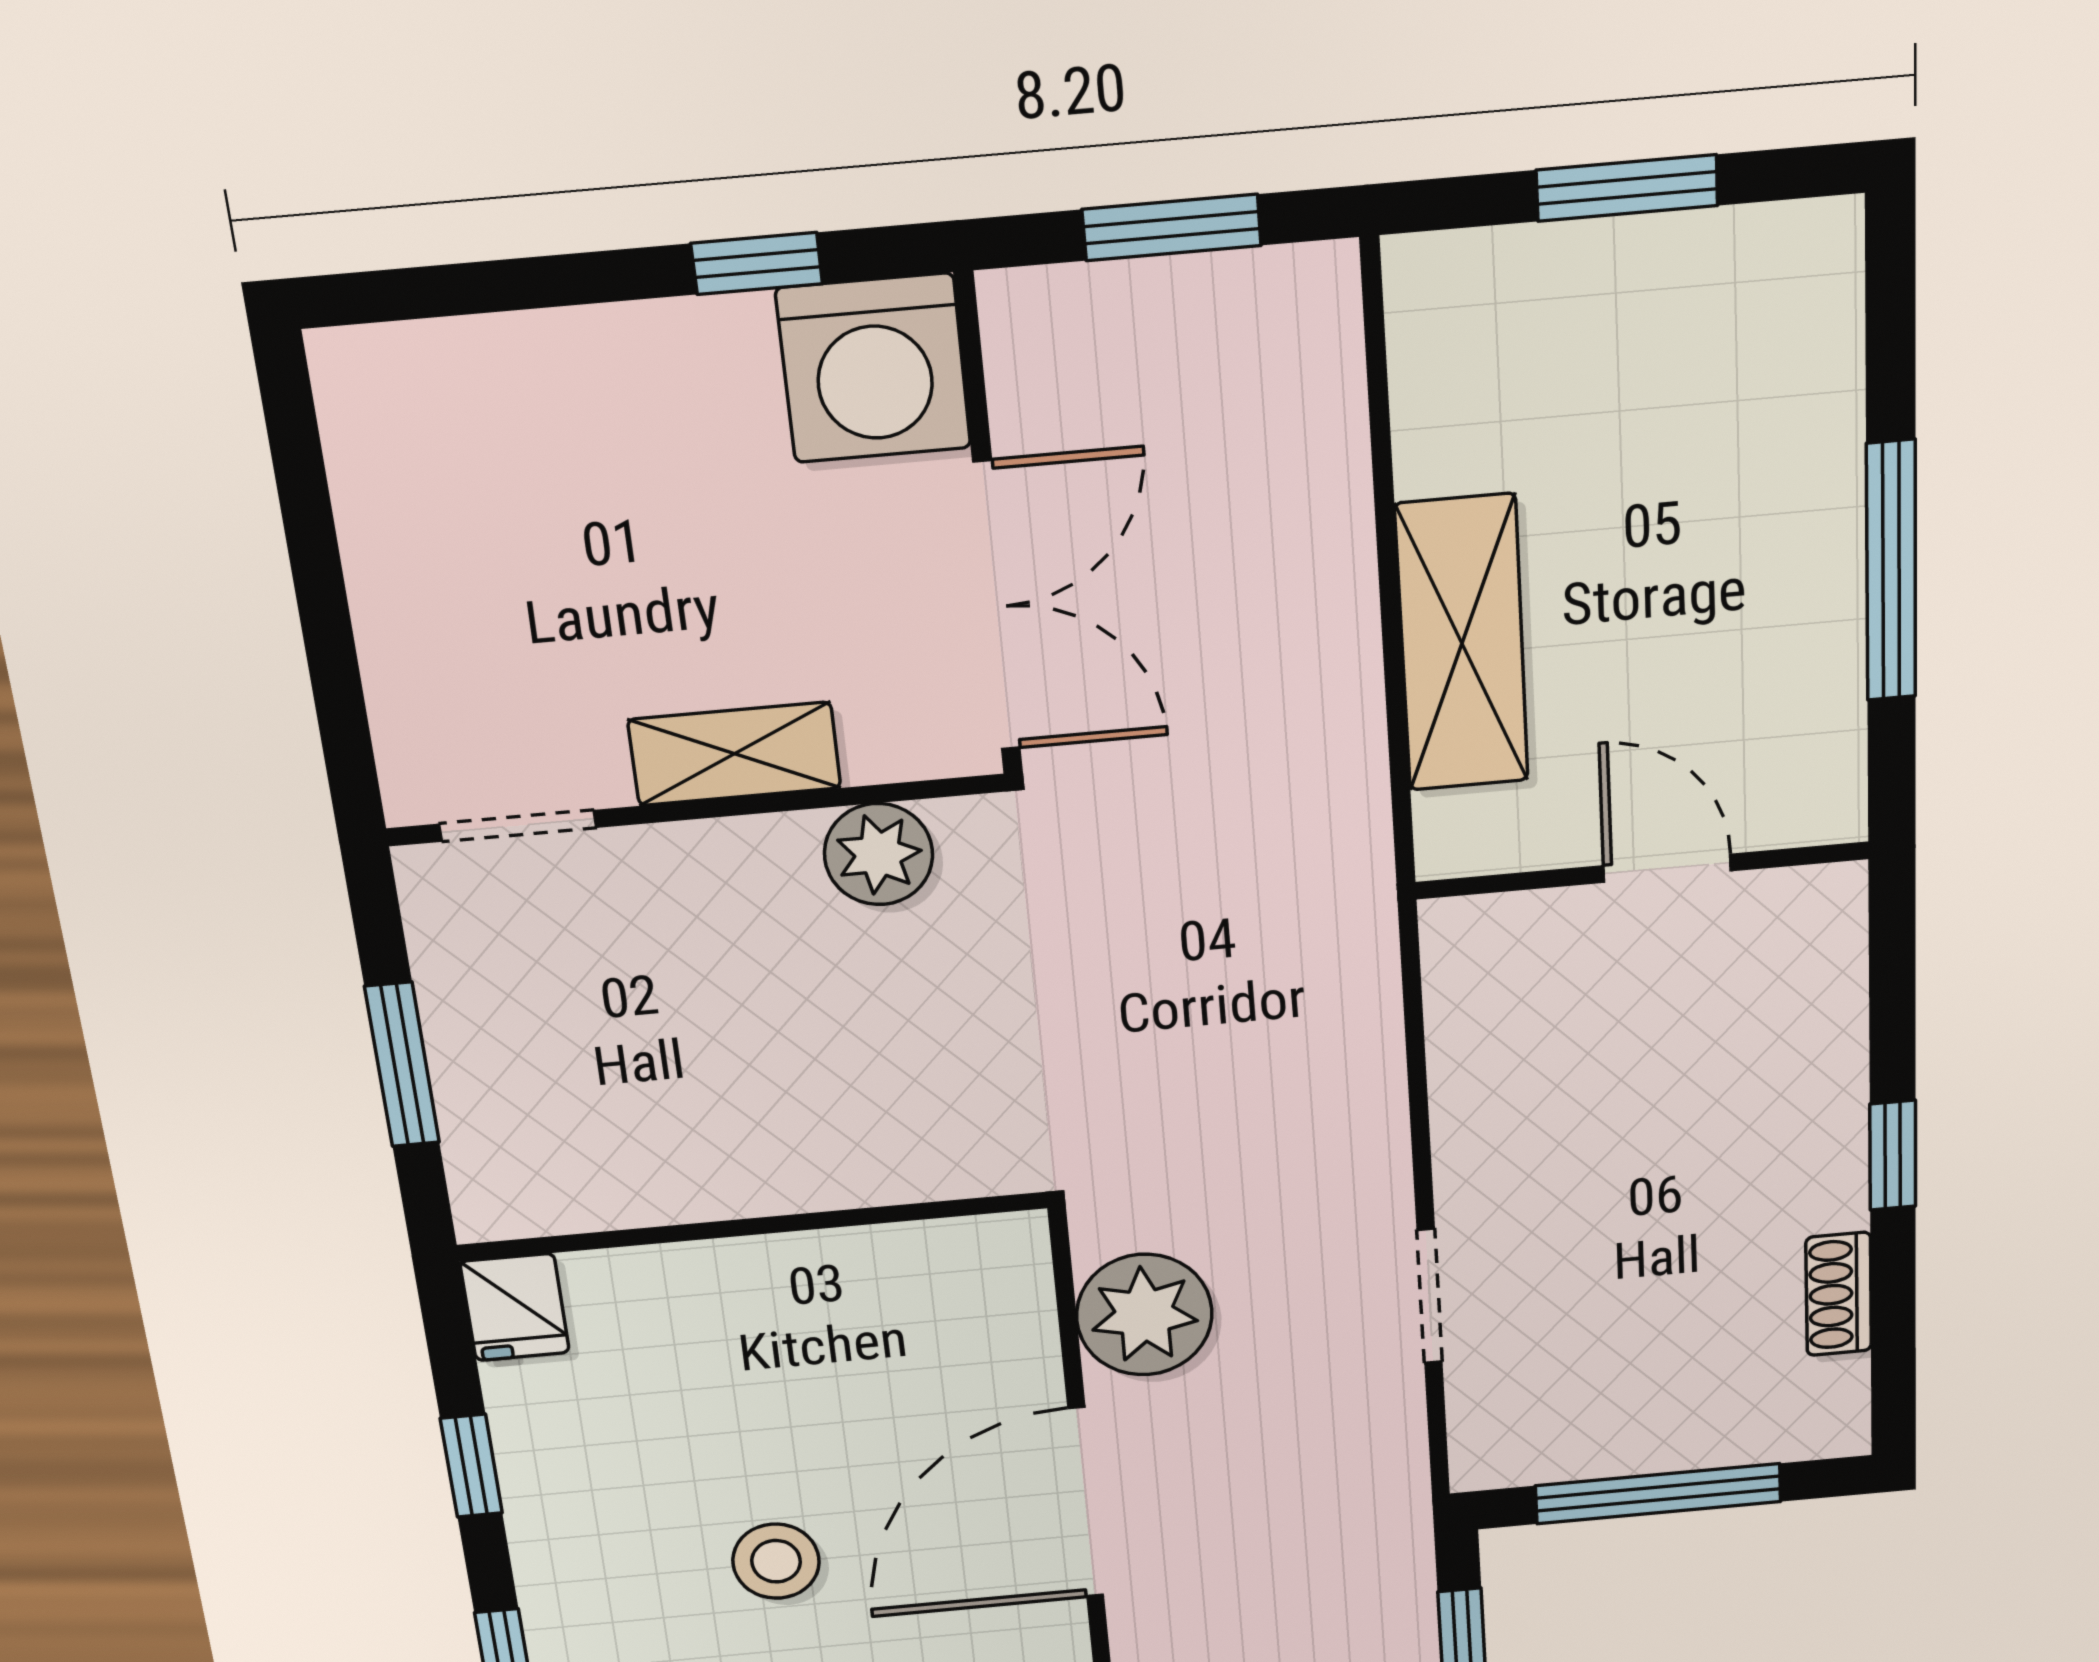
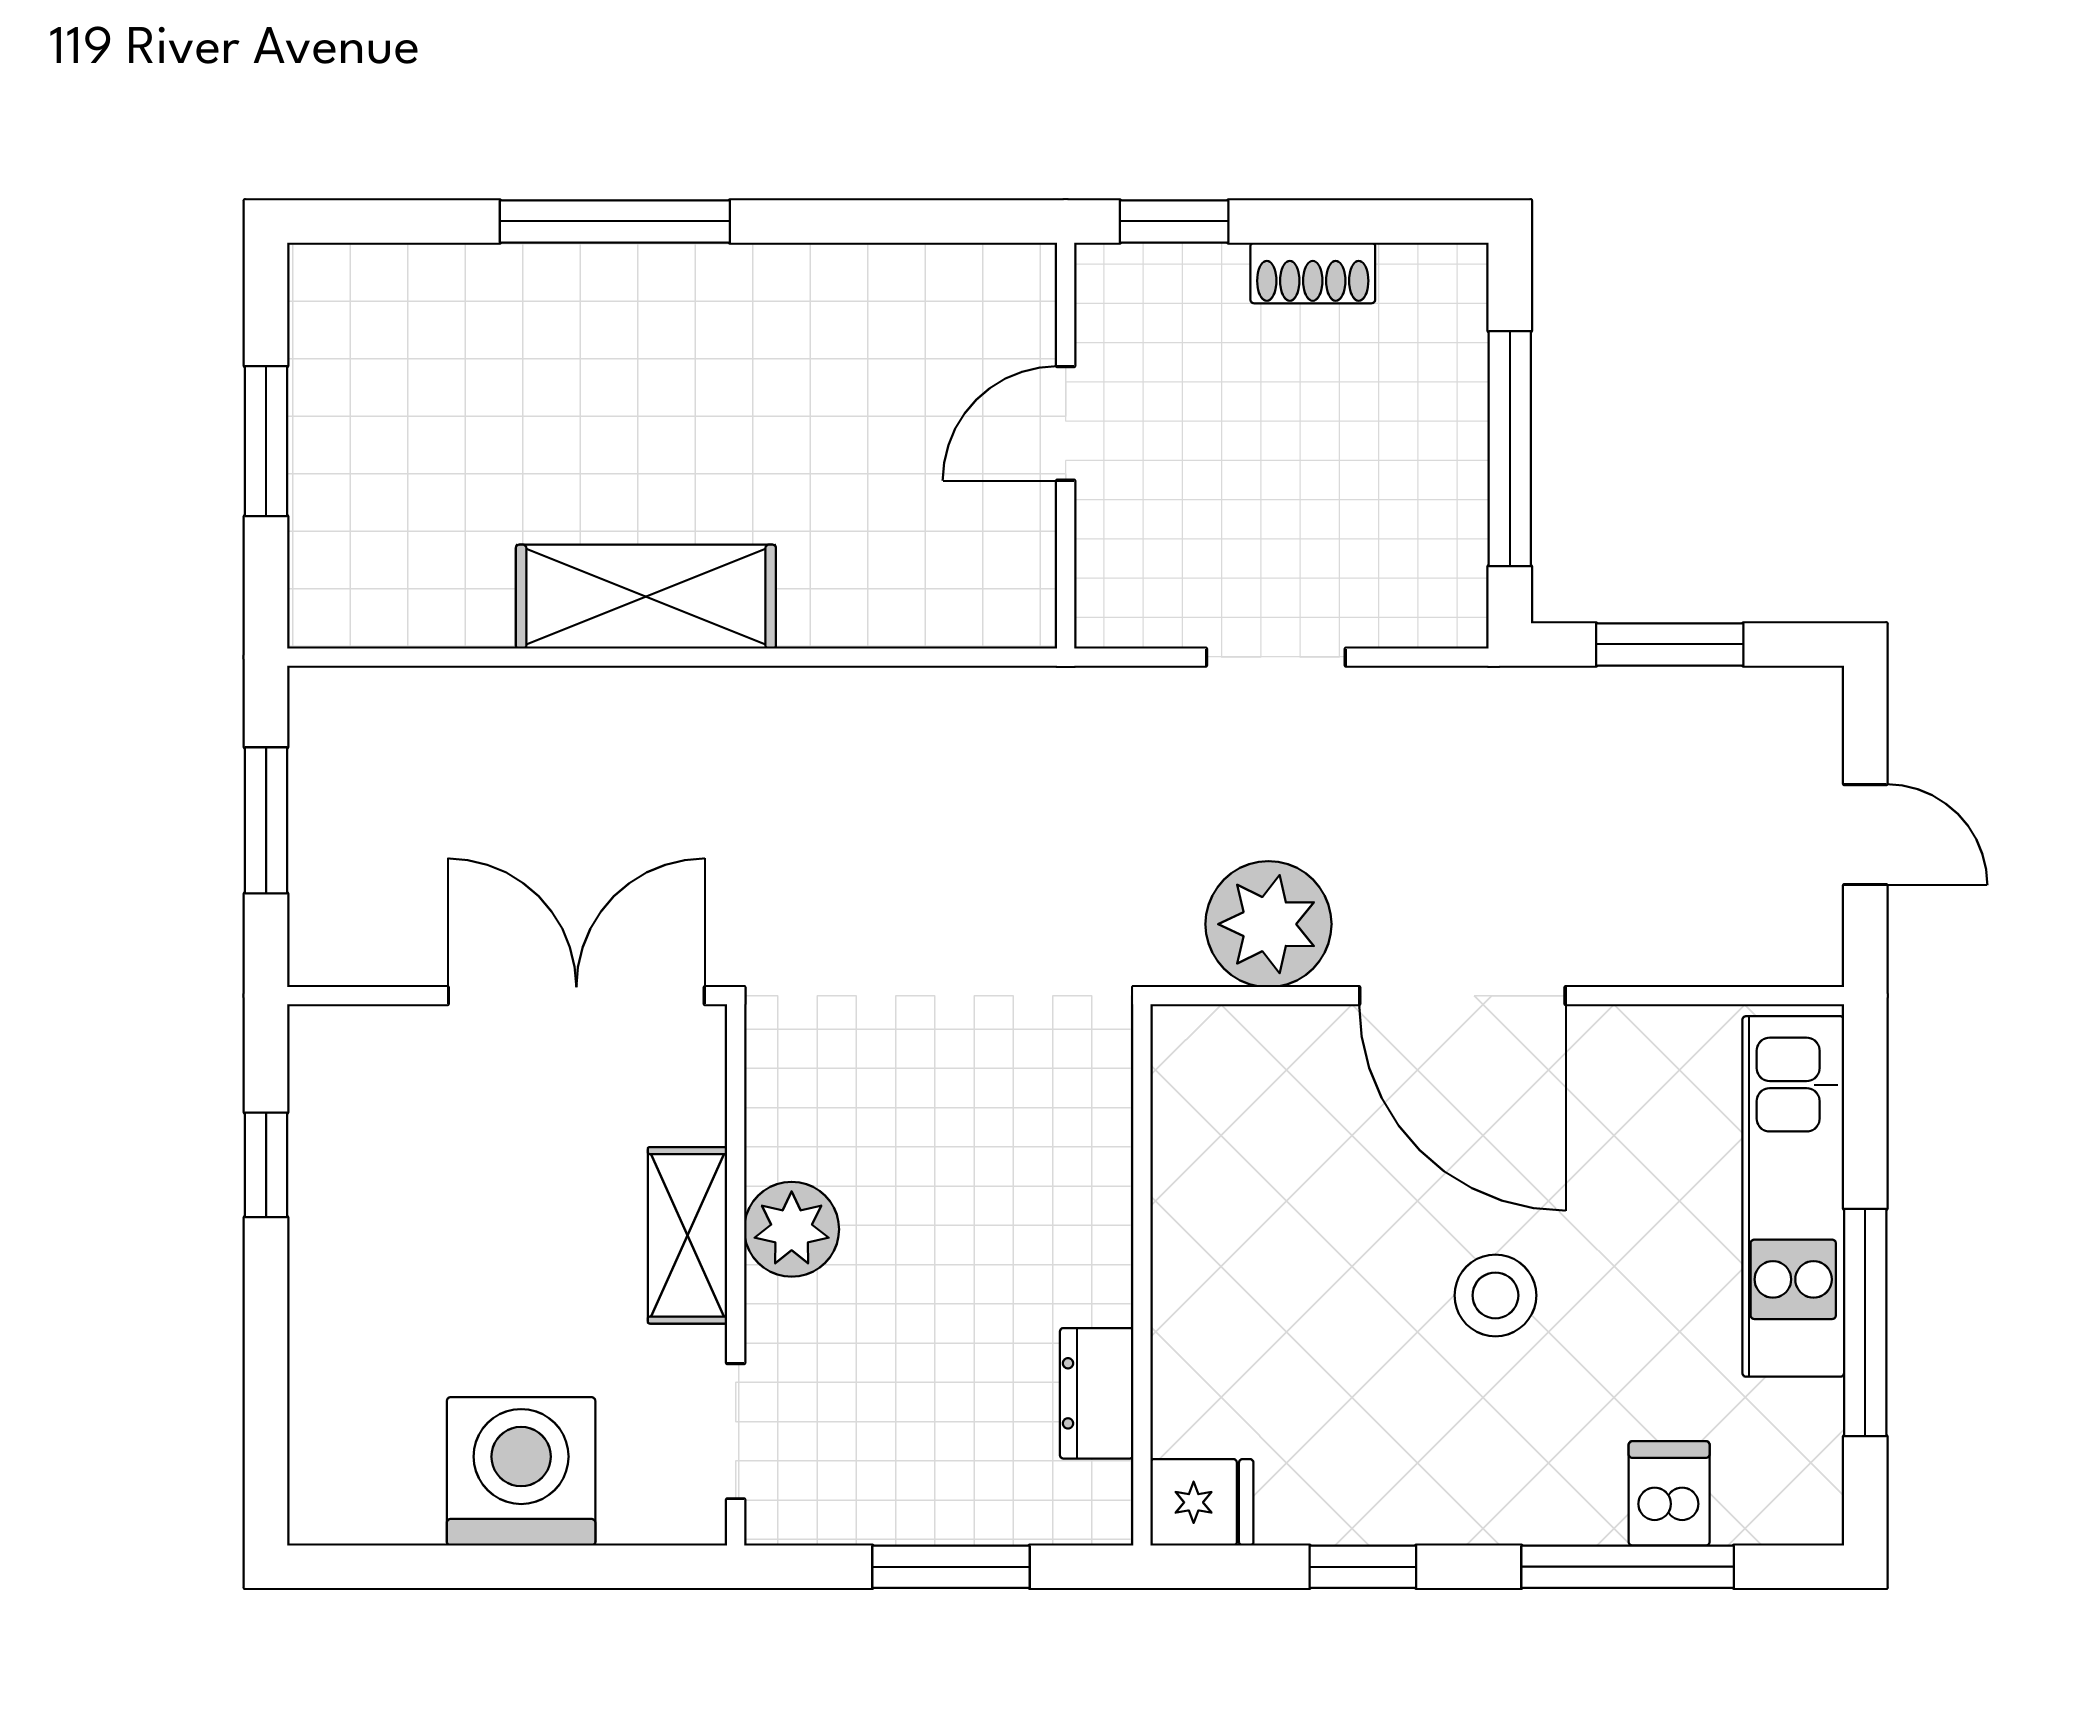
washing machine: (874, 368) -> (521, 1471), moved, turned -90
plant: (879, 854) -> (792, 1229), moved
door: (1667, 868) -> (1066, 423), moved
wall: (1642, 870) -> (1066, 446), moved
dresser: (617, 1194) -> (1097, 1393), added

